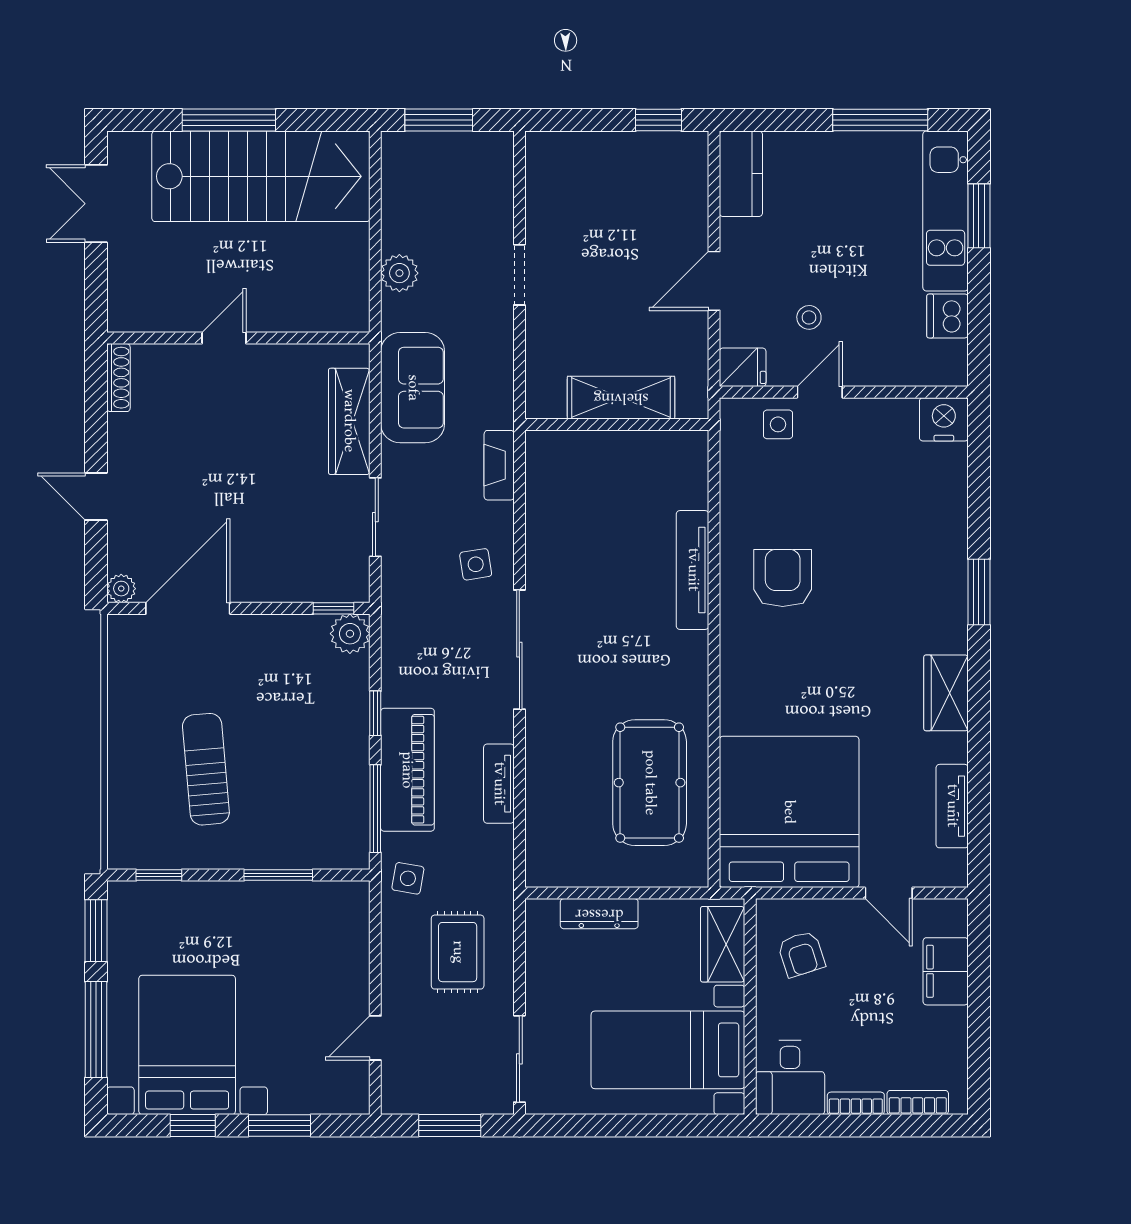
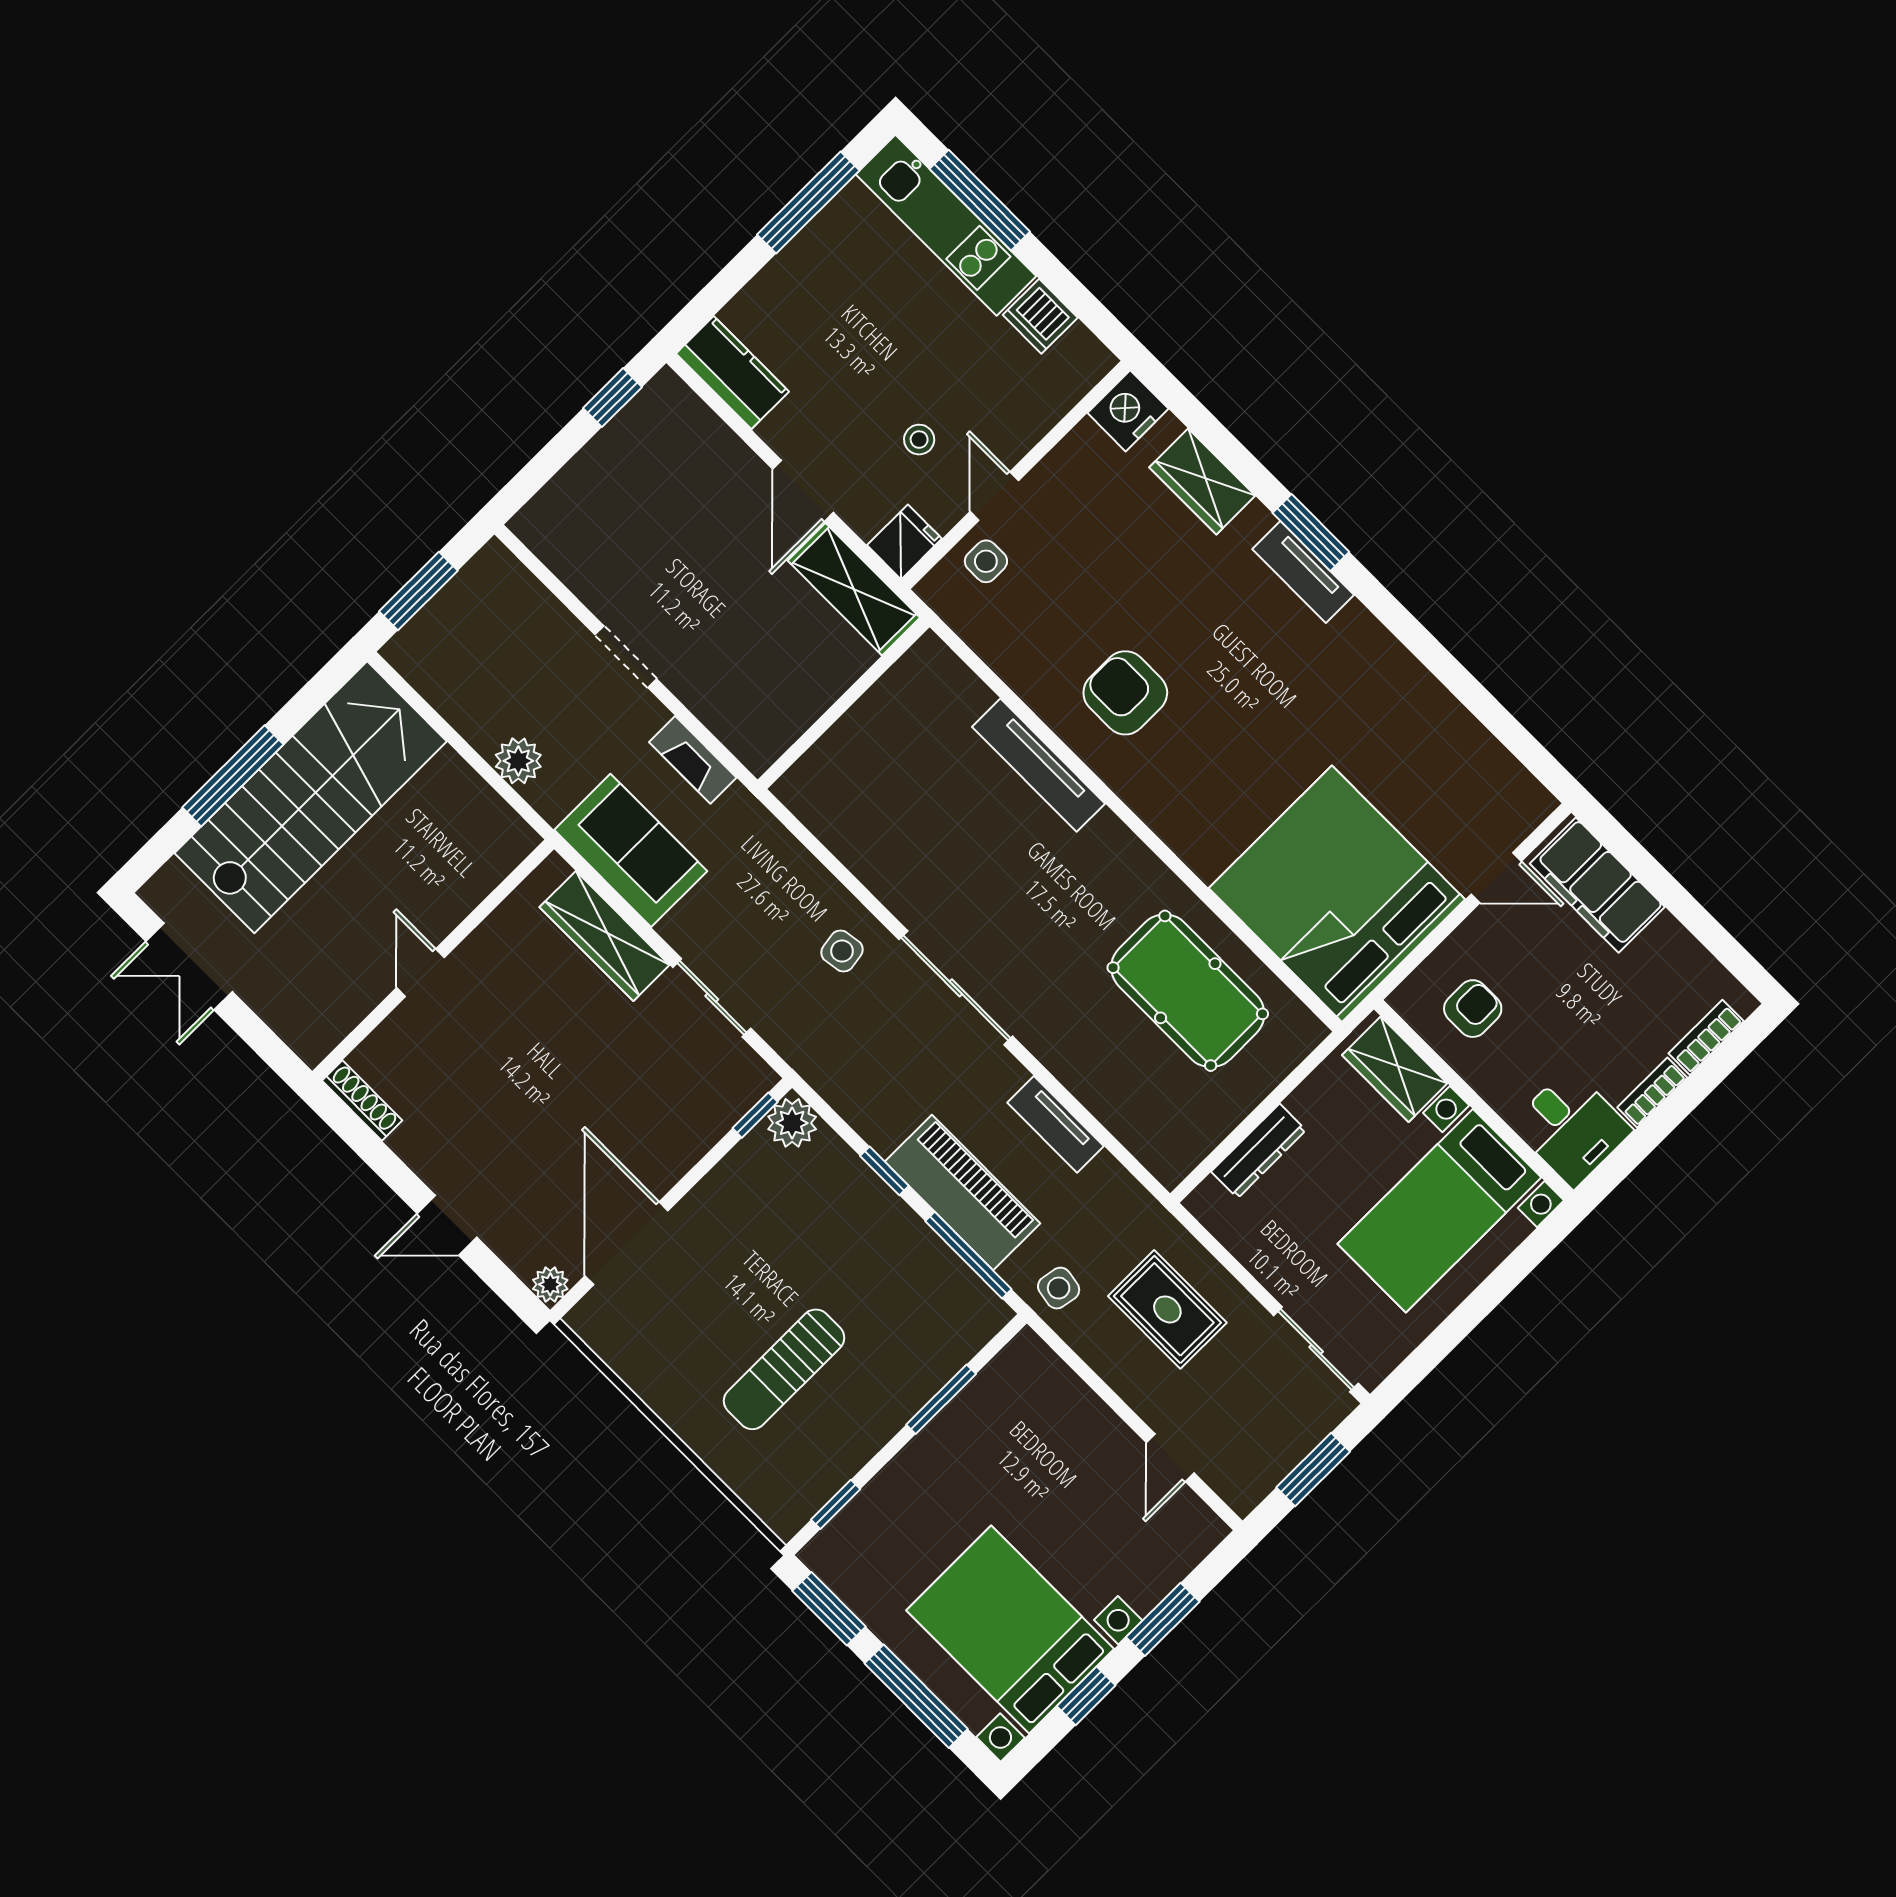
window: (979, 216) -> (980, 200), width x1.44
shelving: (621, 398) -> (854, 589), moved, turned 90
fireplace: (499, 465) -> (693, 760), moved
wardrobe: (946, 693) -> (1202, 482), moved
sun lounger: (206, 769) -> (784, 1369), turned -85
tv unit: (952, 806) -> (1303, 572), moved
armchair: (801, 954) -> (1473, 1009), turned -72
filing cabinet: (946, 971) -> (1597, 885), width x1.50, depth x1.17

